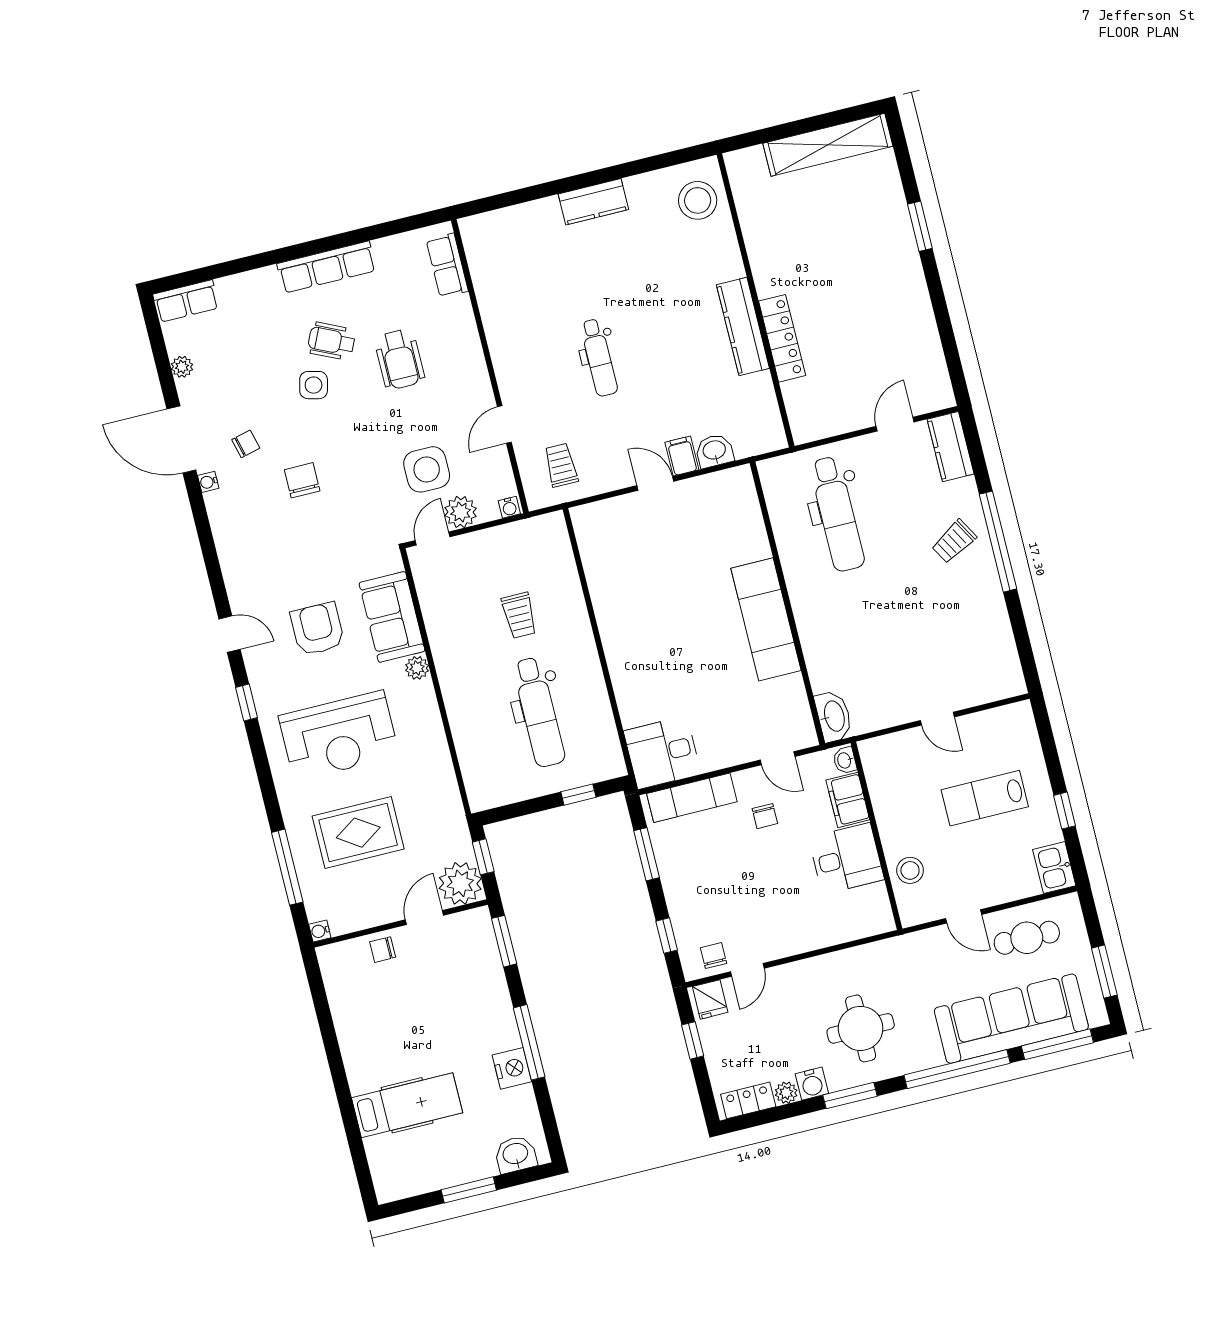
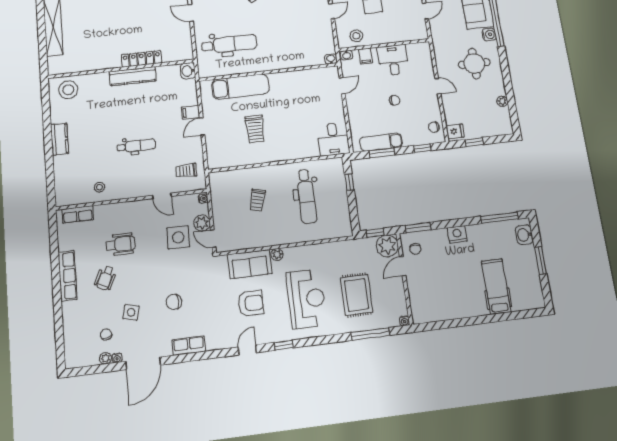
stool: (506, 298) -> (99, 187), added
row of seats: (186, 301) -> (189, 346), moved, turned -90
side table: (314, 385) -> (131, 312), moved
chair: (246, 444) -> (106, 334), moved
washbasin: (714, 451) -> (188, 71), moved
water cooler: (208, 482) -> (117, 358), moved
trolley: (664, 591) -> (255, 129), added
trolley: (519, 615) -> (257, 200), turned 105
exam couch: (766, 619) -> (240, 87), moved
armchair: (317, 629) -> (251, 303), turned 180
dental chair: (539, 712) -> (306, 196), turned 90
washbasin: (834, 716) -> (331, 59), width x0.52, depth x0.69
exam couch: (692, 798) -> (381, 142), moved, turned -90
filing cabinet: (848, 800) -> (365, 56), width x0.50
chair: (765, 816) -> (395, 100), moved
stool: (910, 870) -> (356, 36), moved
door: (424, 918) -> (403, 266), hinge flipped
chair: (383, 950) -> (415, 249), moved
door: (747, 970) -> (438, 86), moved
window: (529, 1042) -> (499, 218), moved
nightstand: (512, 1068) -> (457, 234), moved
water cooler: (812, 1084) -> (489, 34), moved
window: (850, 1096) -> (506, 72), removed
locker: (748, 1100) -> (505, 119), removed

